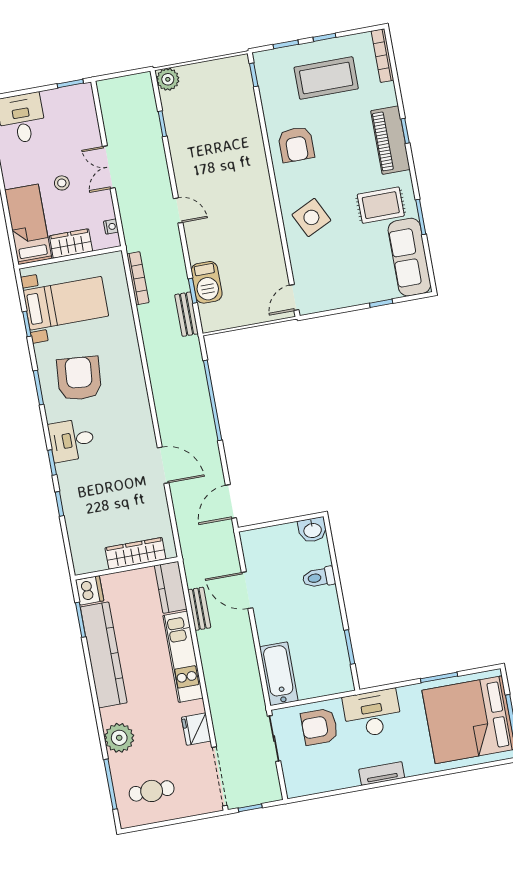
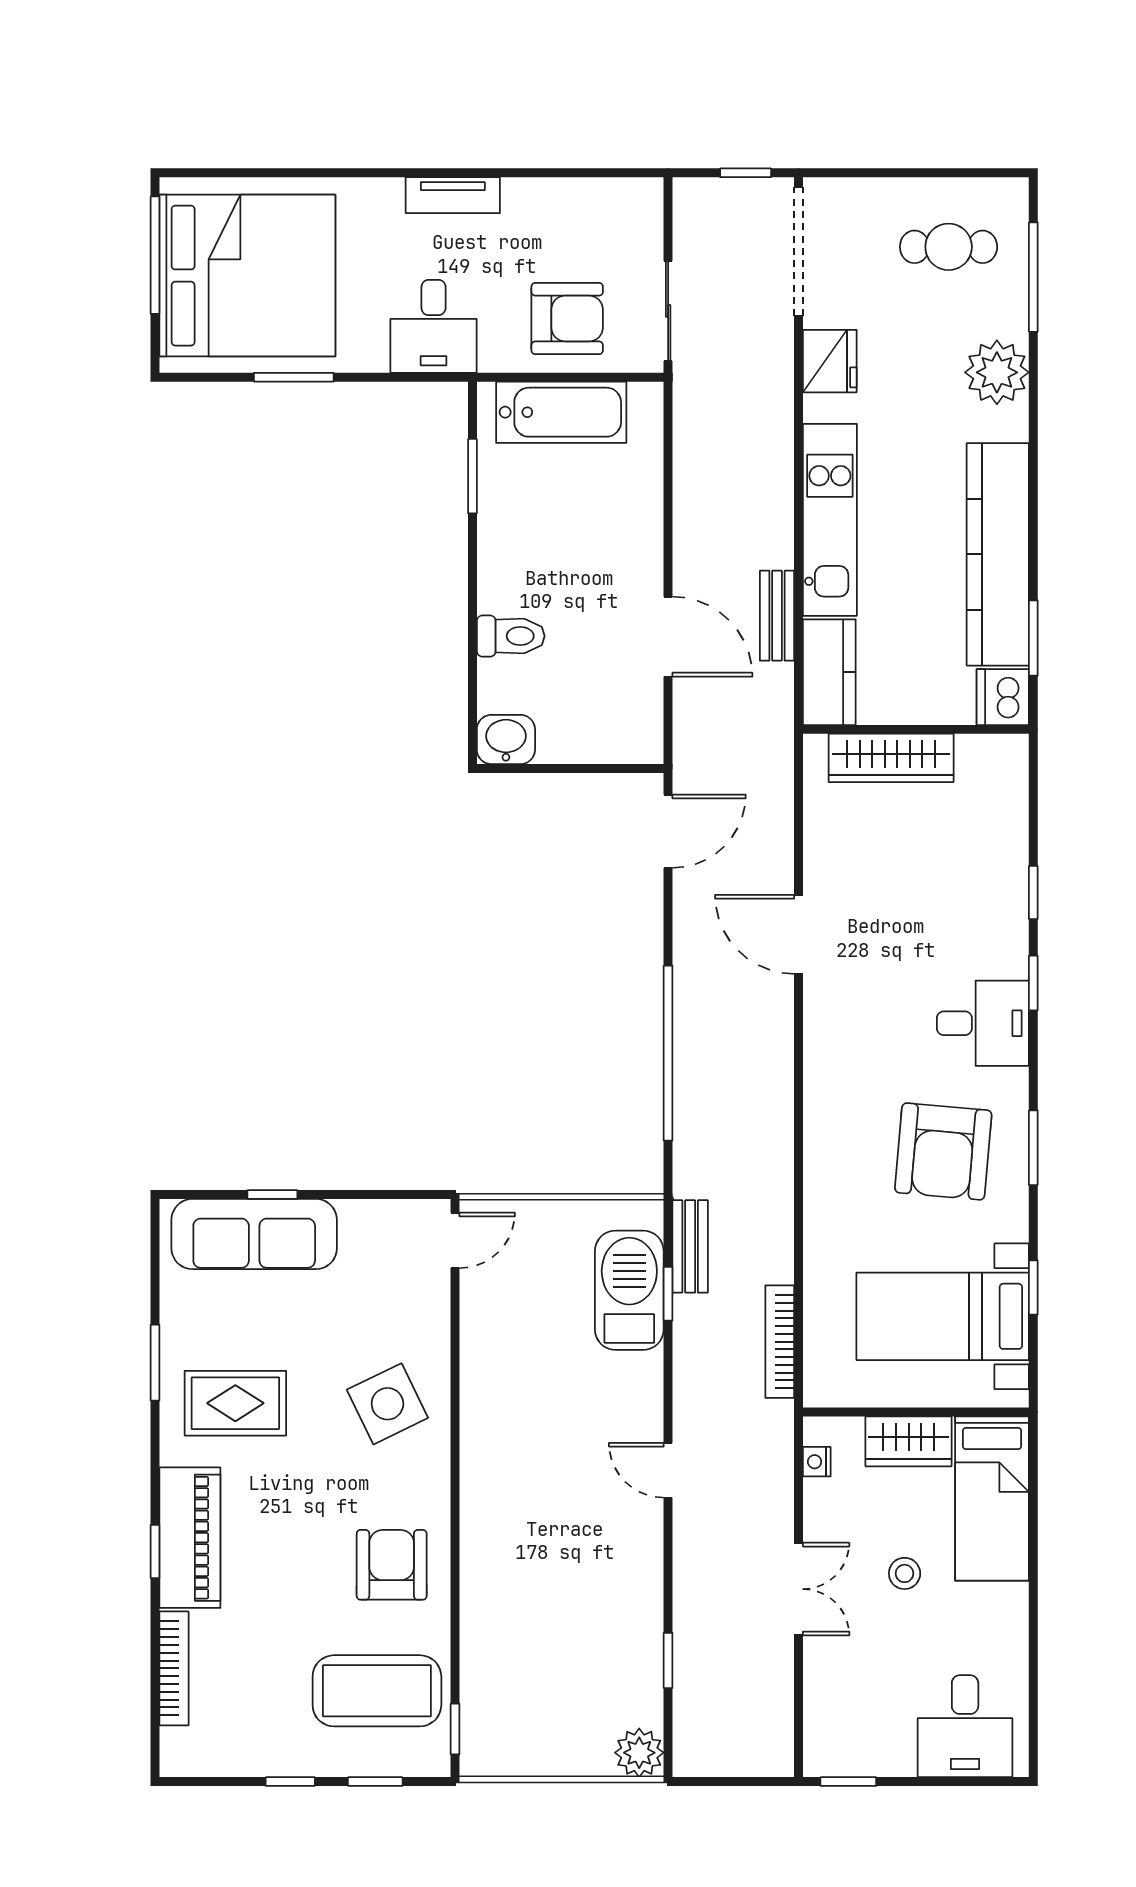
bookcase: (382, 56) -> (174, 1668), moved
coffee table: (326, 78) -> (377, 1691), moved
sofa: (409, 257) -> (254, 1234), moved, turned 90
barbecue: (207, 282) -> (629, 1290), width x1.37, depth x1.21
bathtub: (279, 674) -> (561, 412), moved, turned -90
desk: (372, 713) -> (434, 326), width x0.73

